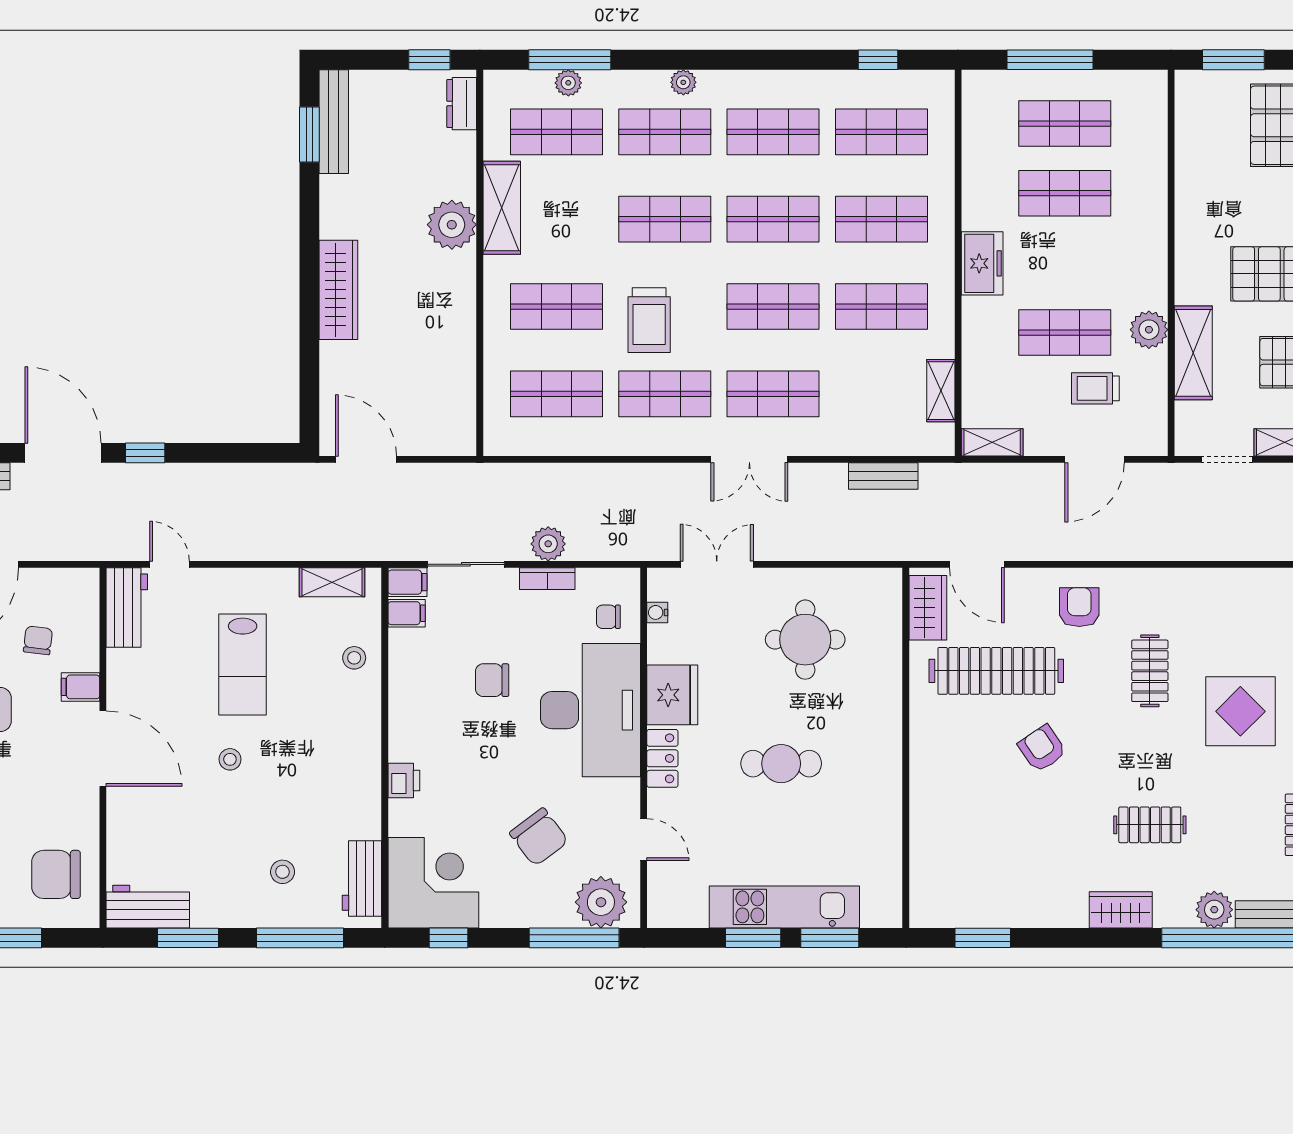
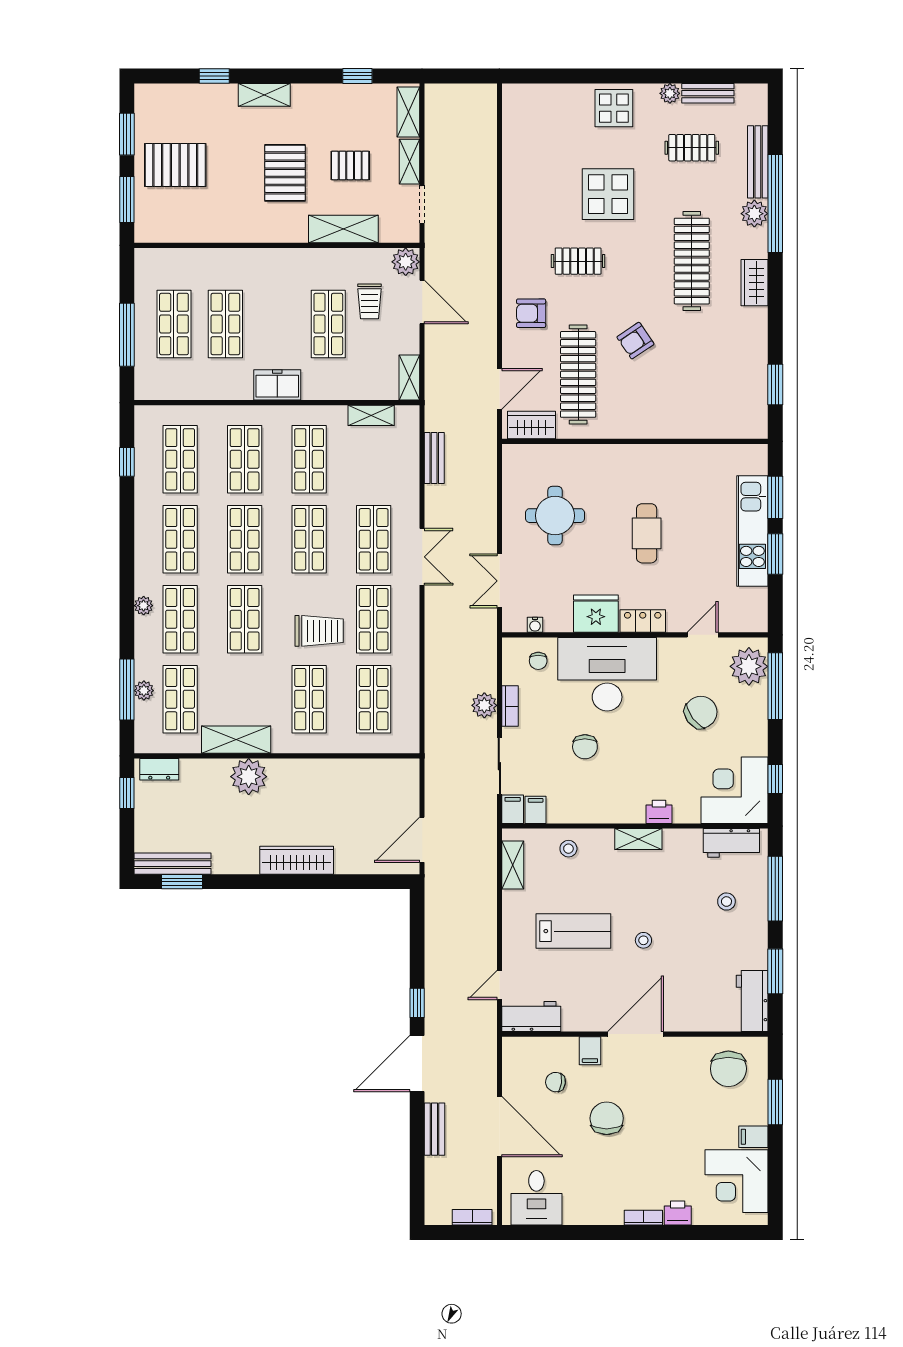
plant: (1149, 330) -> (406, 262), moved
shelving: (367, 753) -> (638, 839), added
clothes rail: (1150, 825) -> (692, 261), width x1.86, depth x1.31

